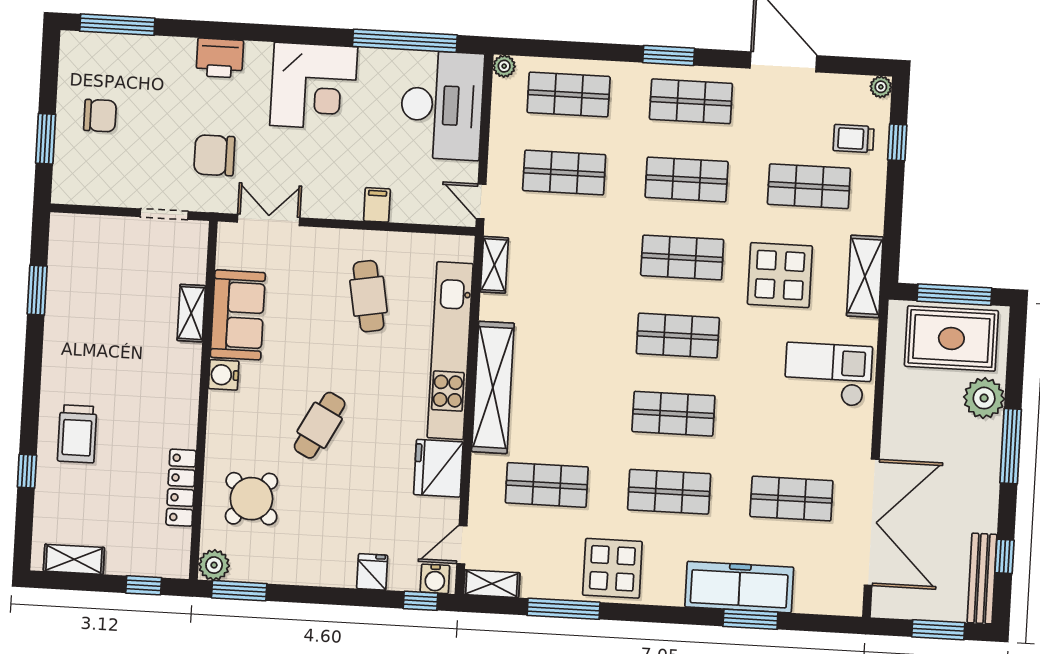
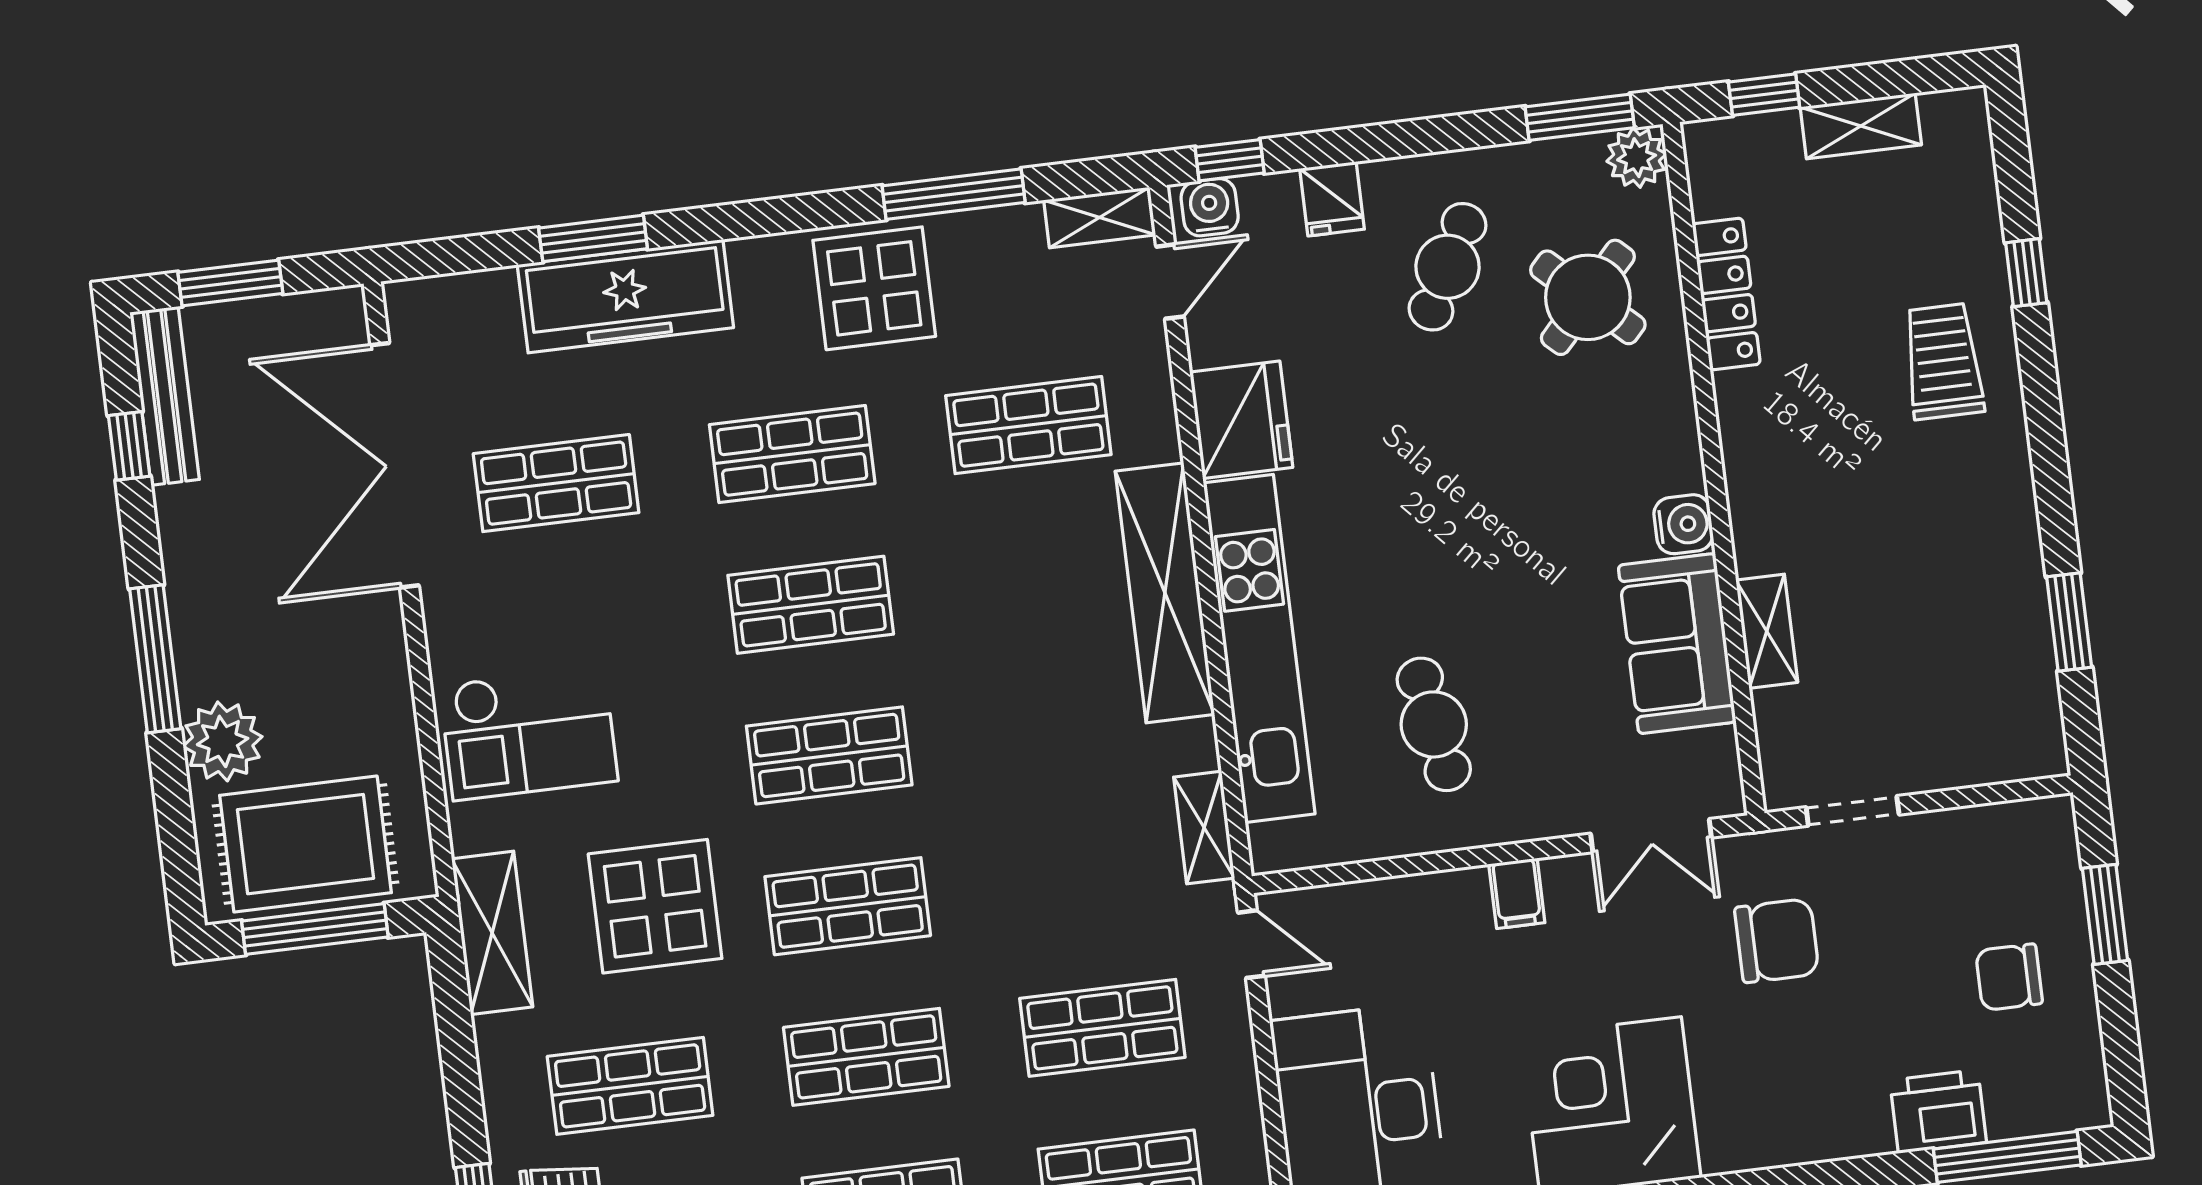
printer: (220, 58) -> (1938, 1111), moved
filing cabinet: (377, 205) -> (1517, 893), moved
cafe table: (320, 425) -> (1448, 267), moved
shelving: (74, 559) -> (1861, 126), moved

